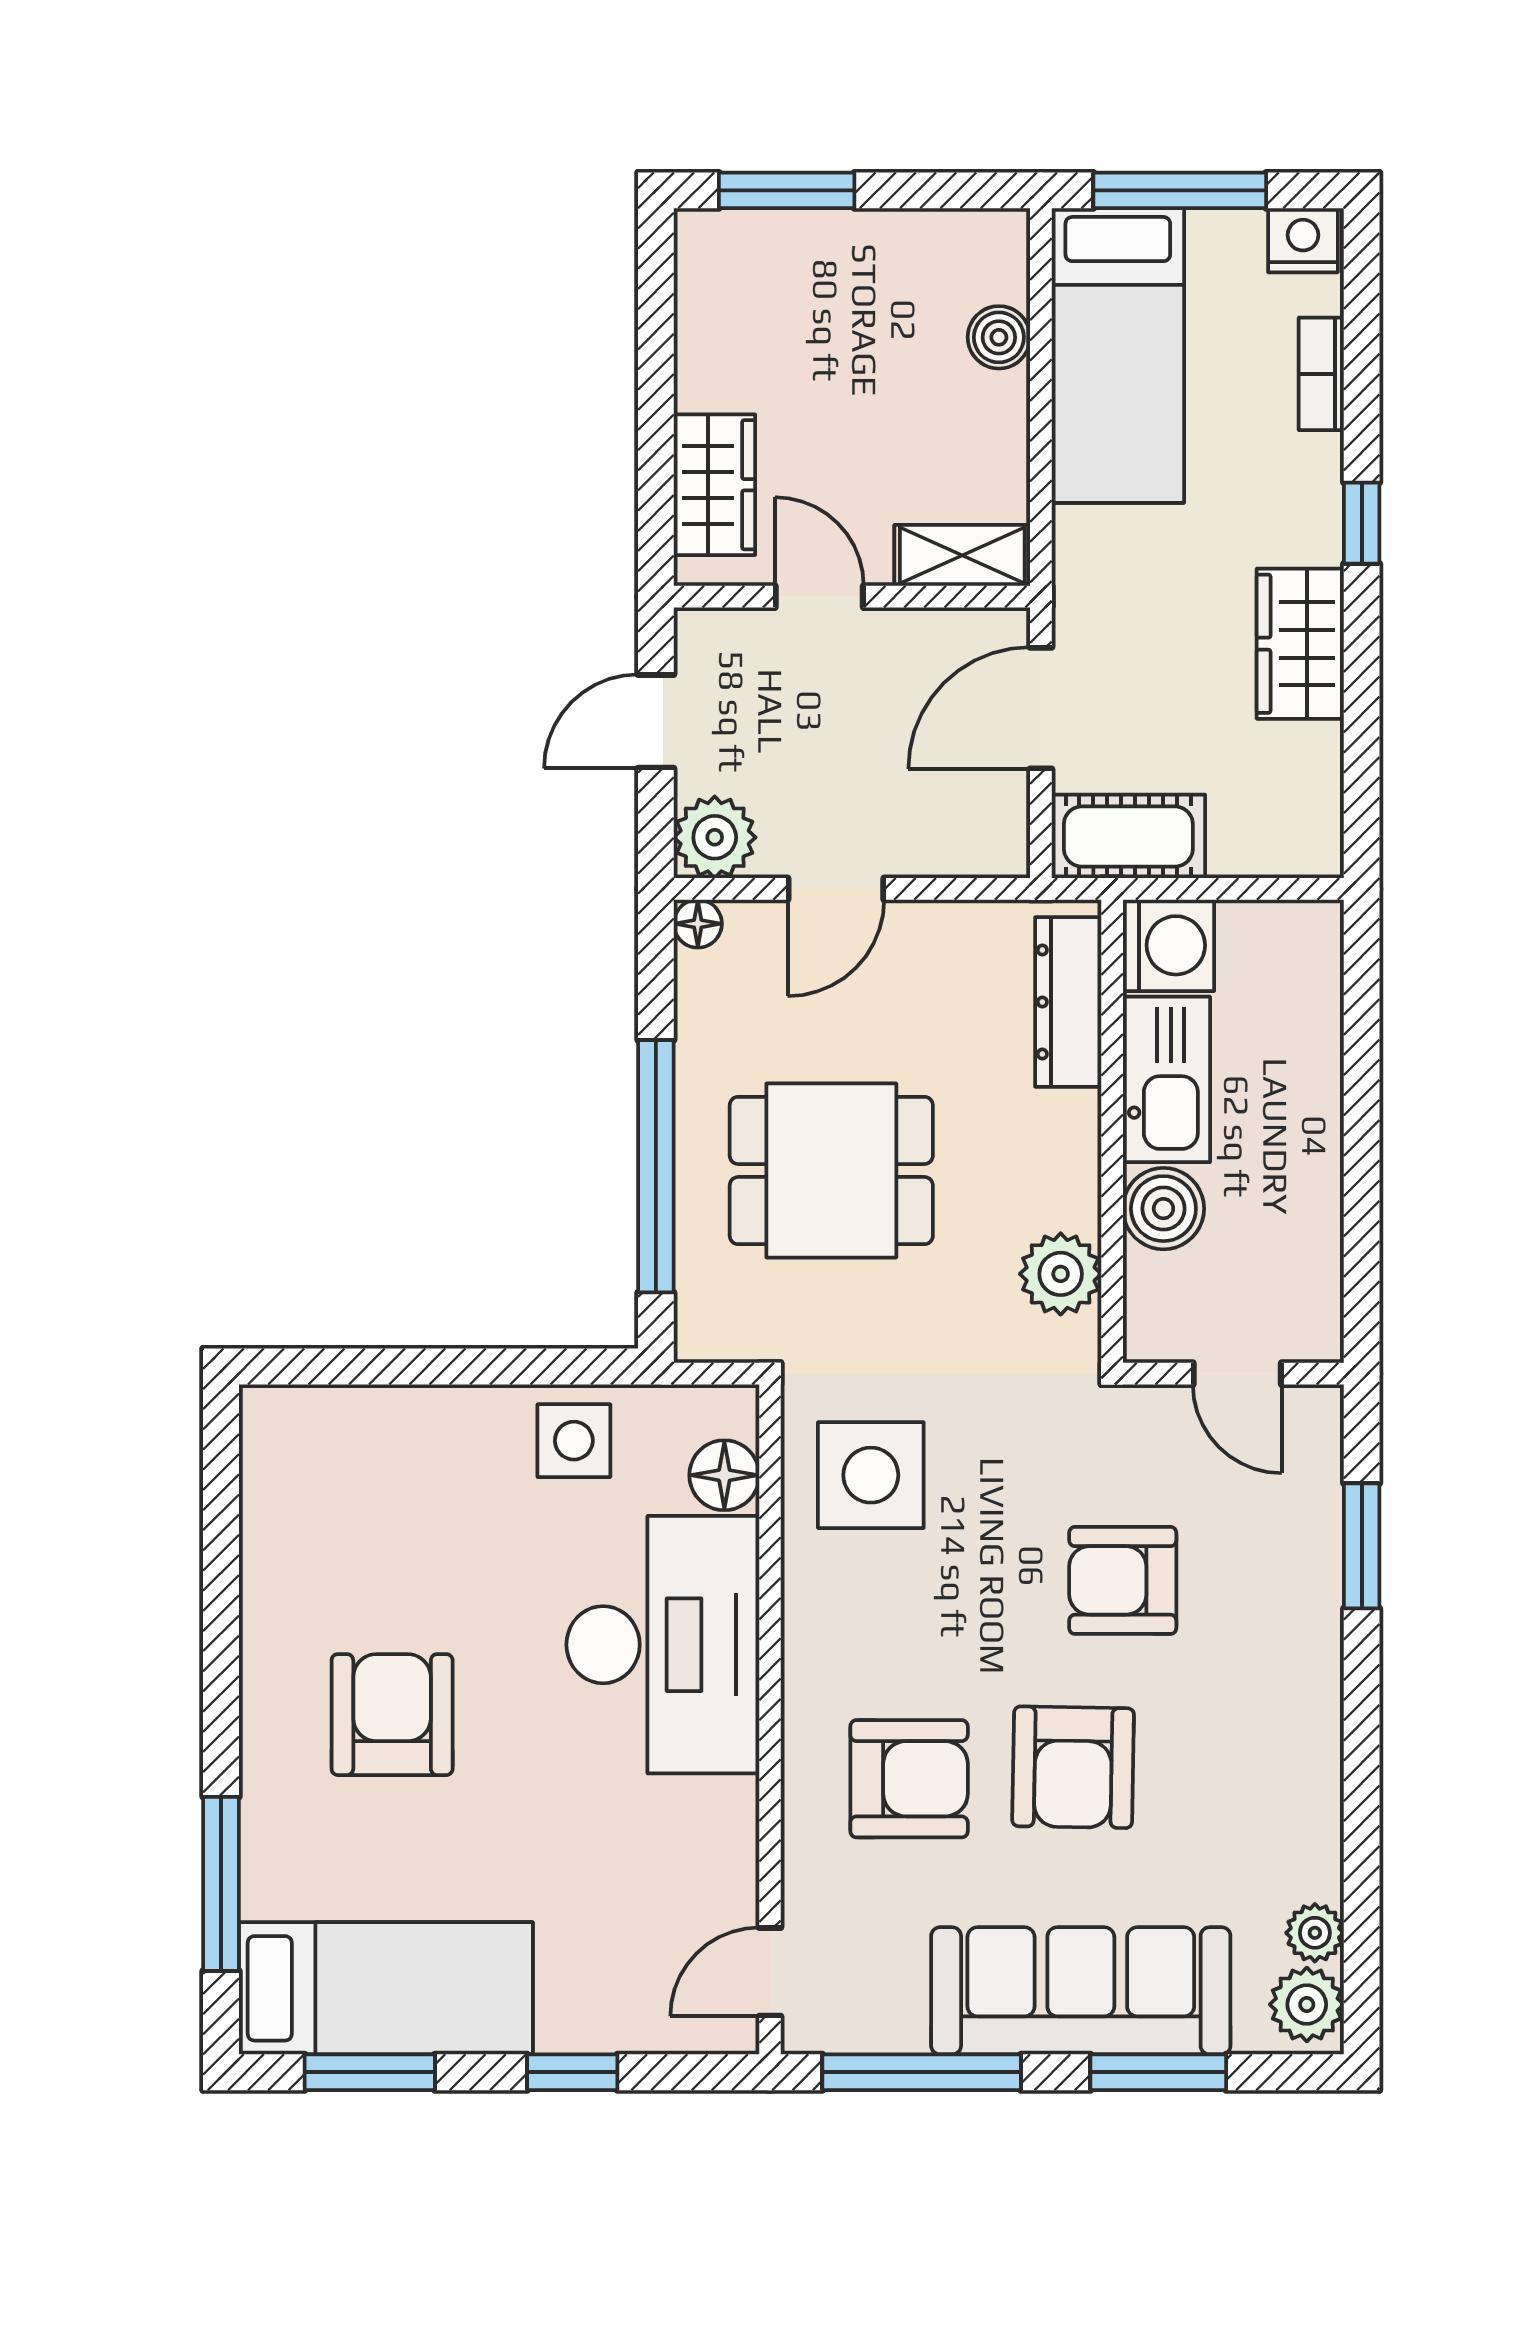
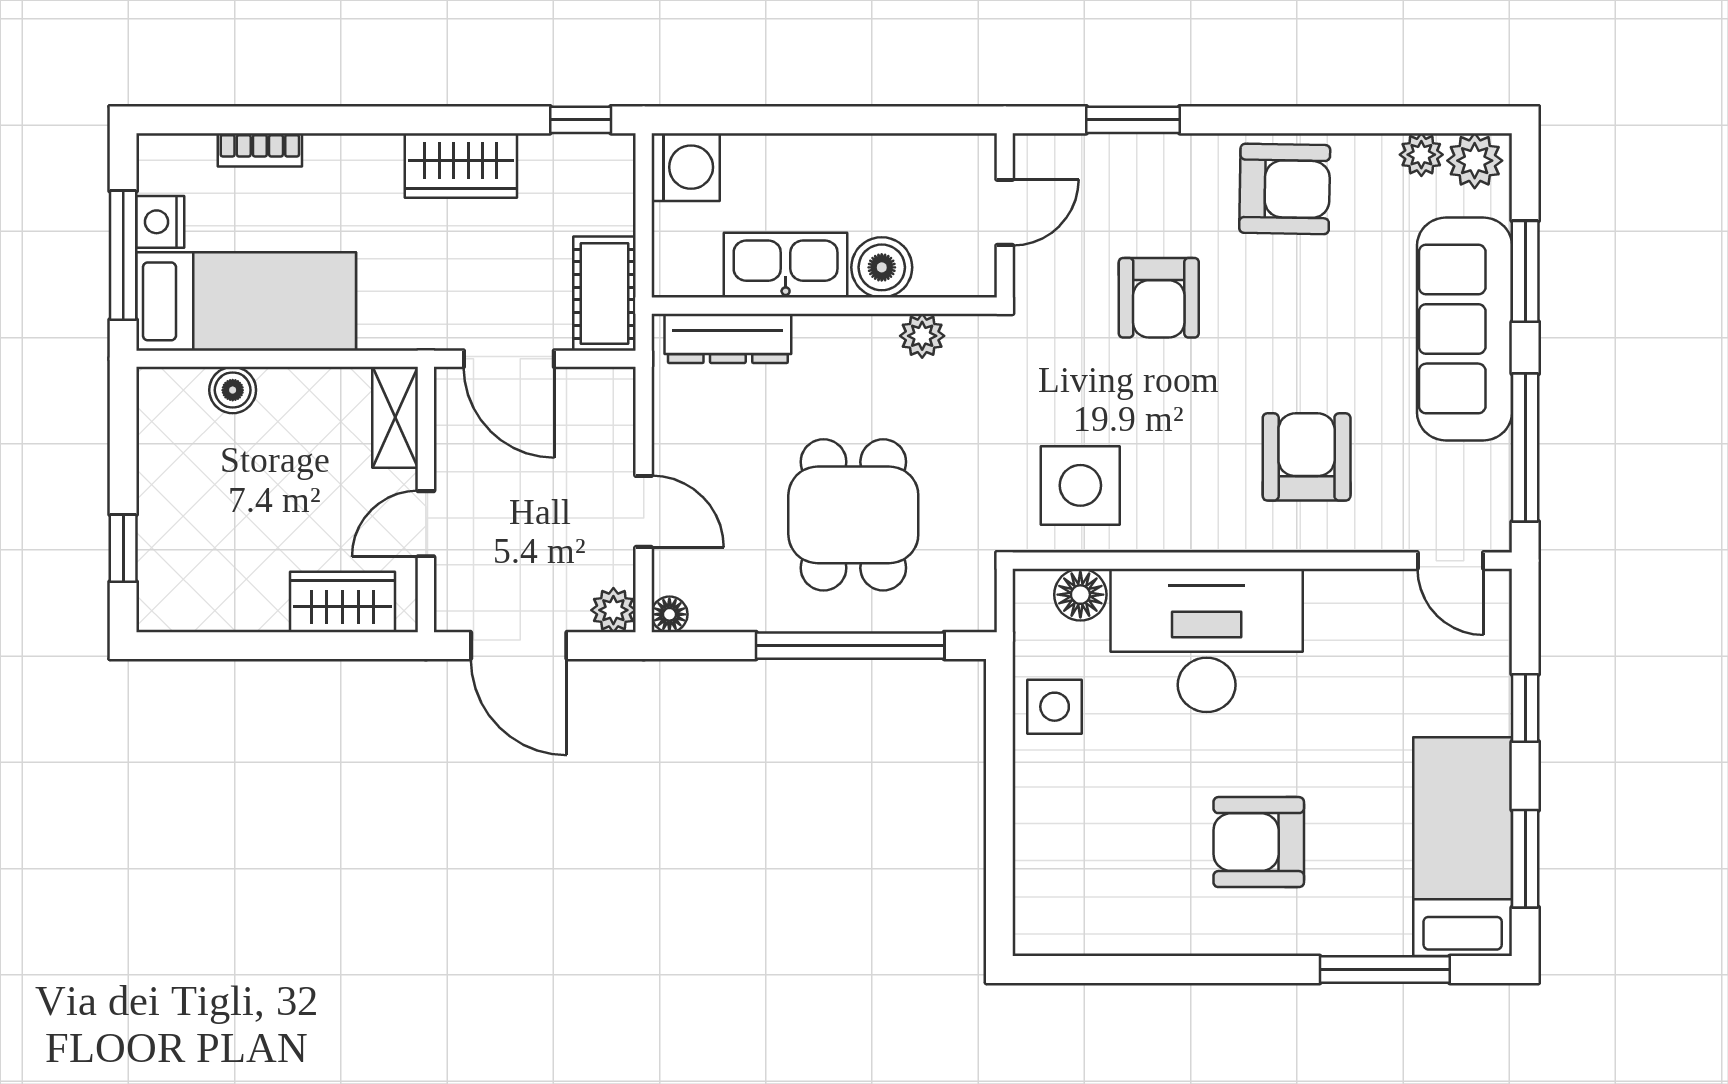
window: (787, 190) -> (123, 548), width x0.67
nightstand: (1303, 240) -> (160, 222), moved
window: (1362, 523) -> (581, 120), moved
door: (656, 721) -> (519, 646), width x1.38
plant: (715, 837) -> (613, 610), width x0.73, depth x0.73
washing machine: (1169, 945) -> (686, 167), moved, turned 90
plant: (1061, 1274) -> (922, 336), width x0.73, depth x0.73
armchair: (1073, 1767) -> (1285, 189), moved

